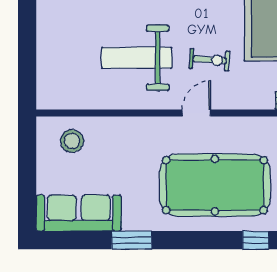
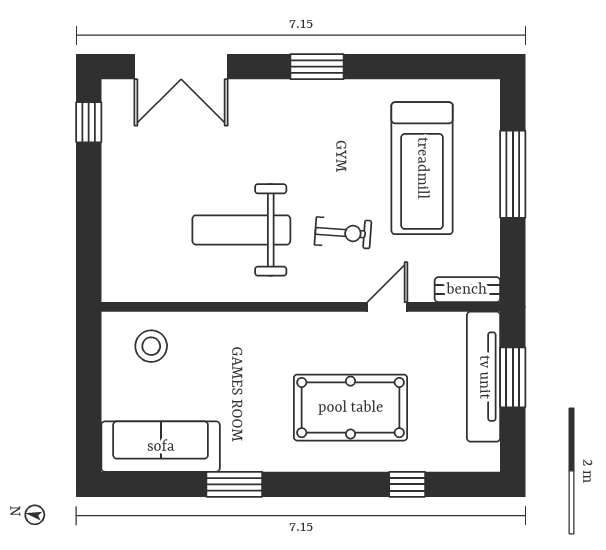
door: (196, 113) -> (387, 307), moved
pool table: (215, 185) -> (351, 408), width x0.73, depth x0.76

